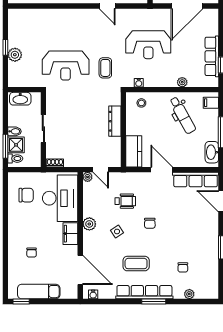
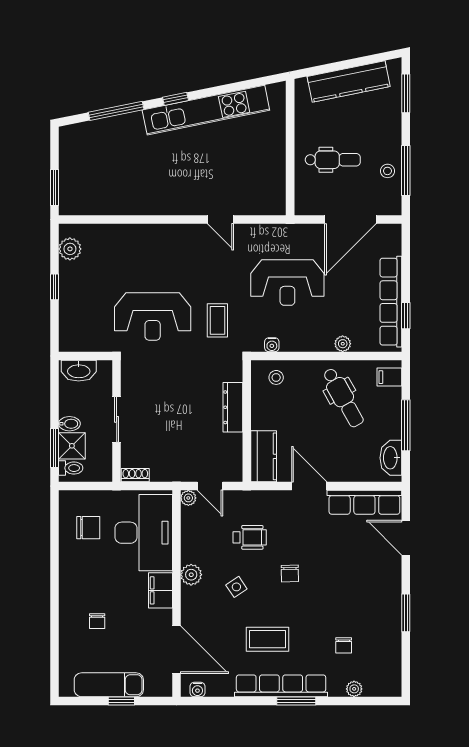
plant: (15, 55) -> (70, 249), moved
row of seats: (212, 56) -> (391, 302), width x1.36
window: (21, 301) -> (121, 701), moved

